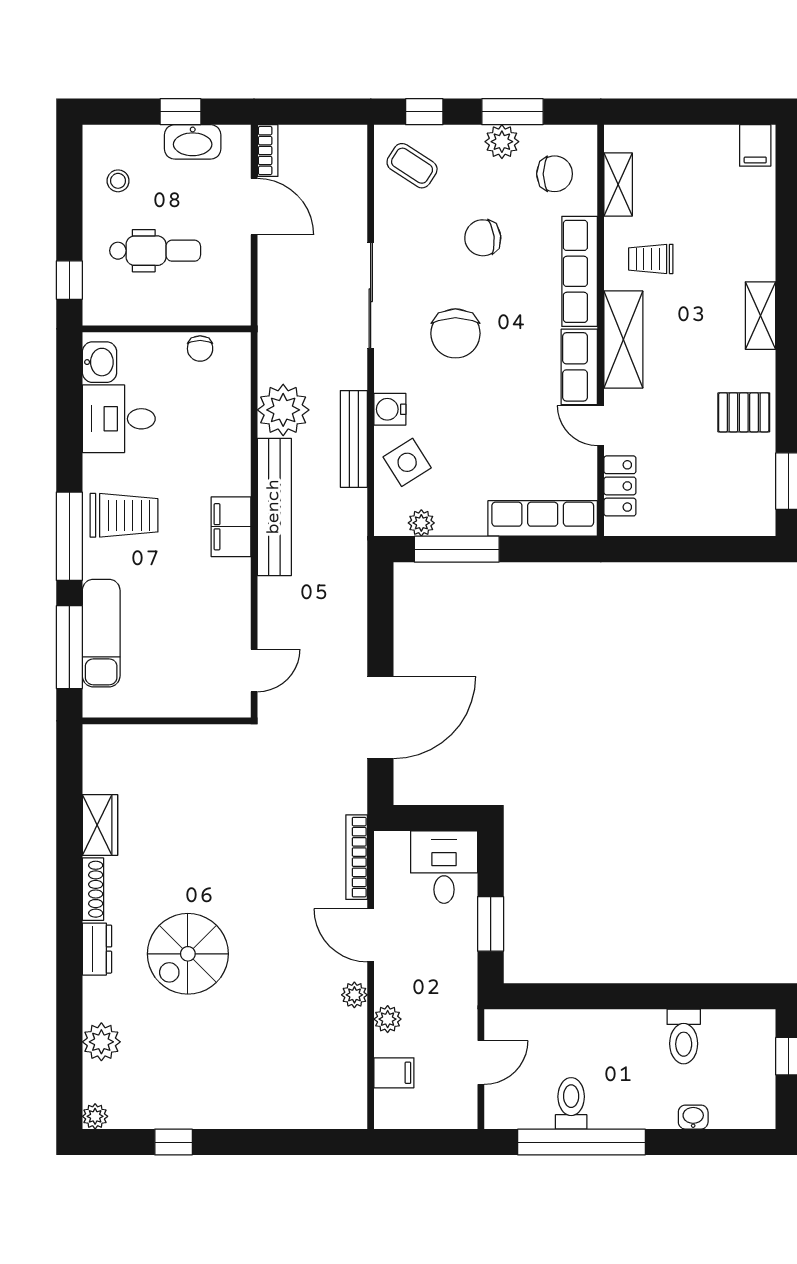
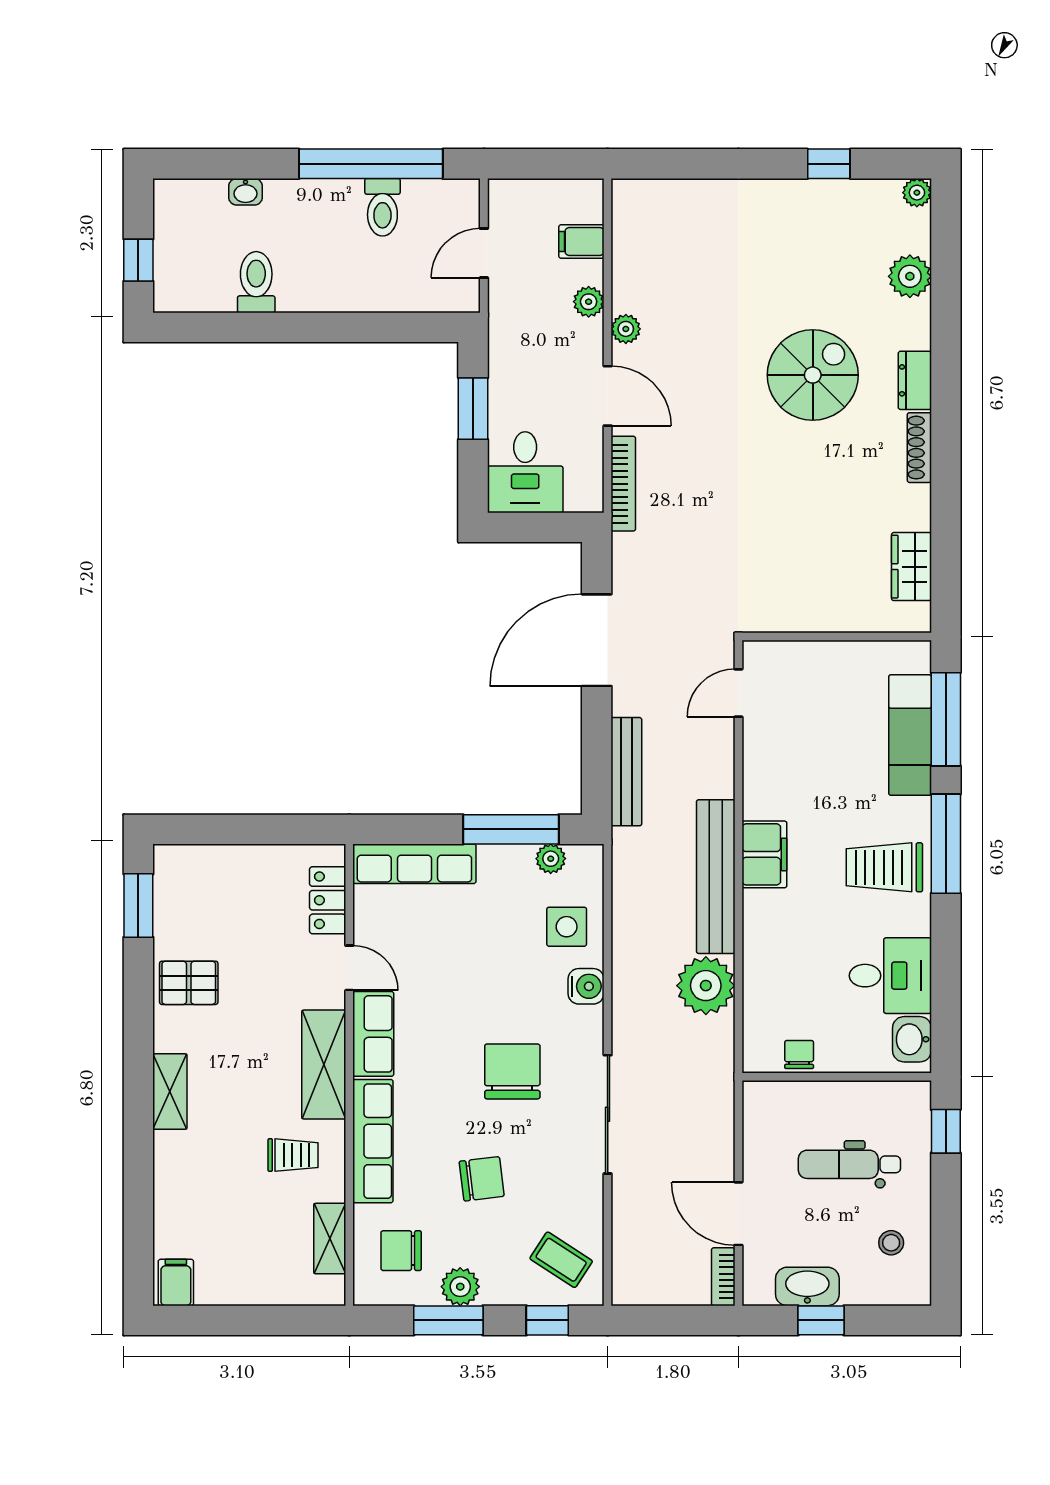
bench: (354, 439) -> (626, 772), moved
side table: (407, 462) -> (567, 927), turned 32
wardrobe: (100, 825) -> (911, 567), moved

